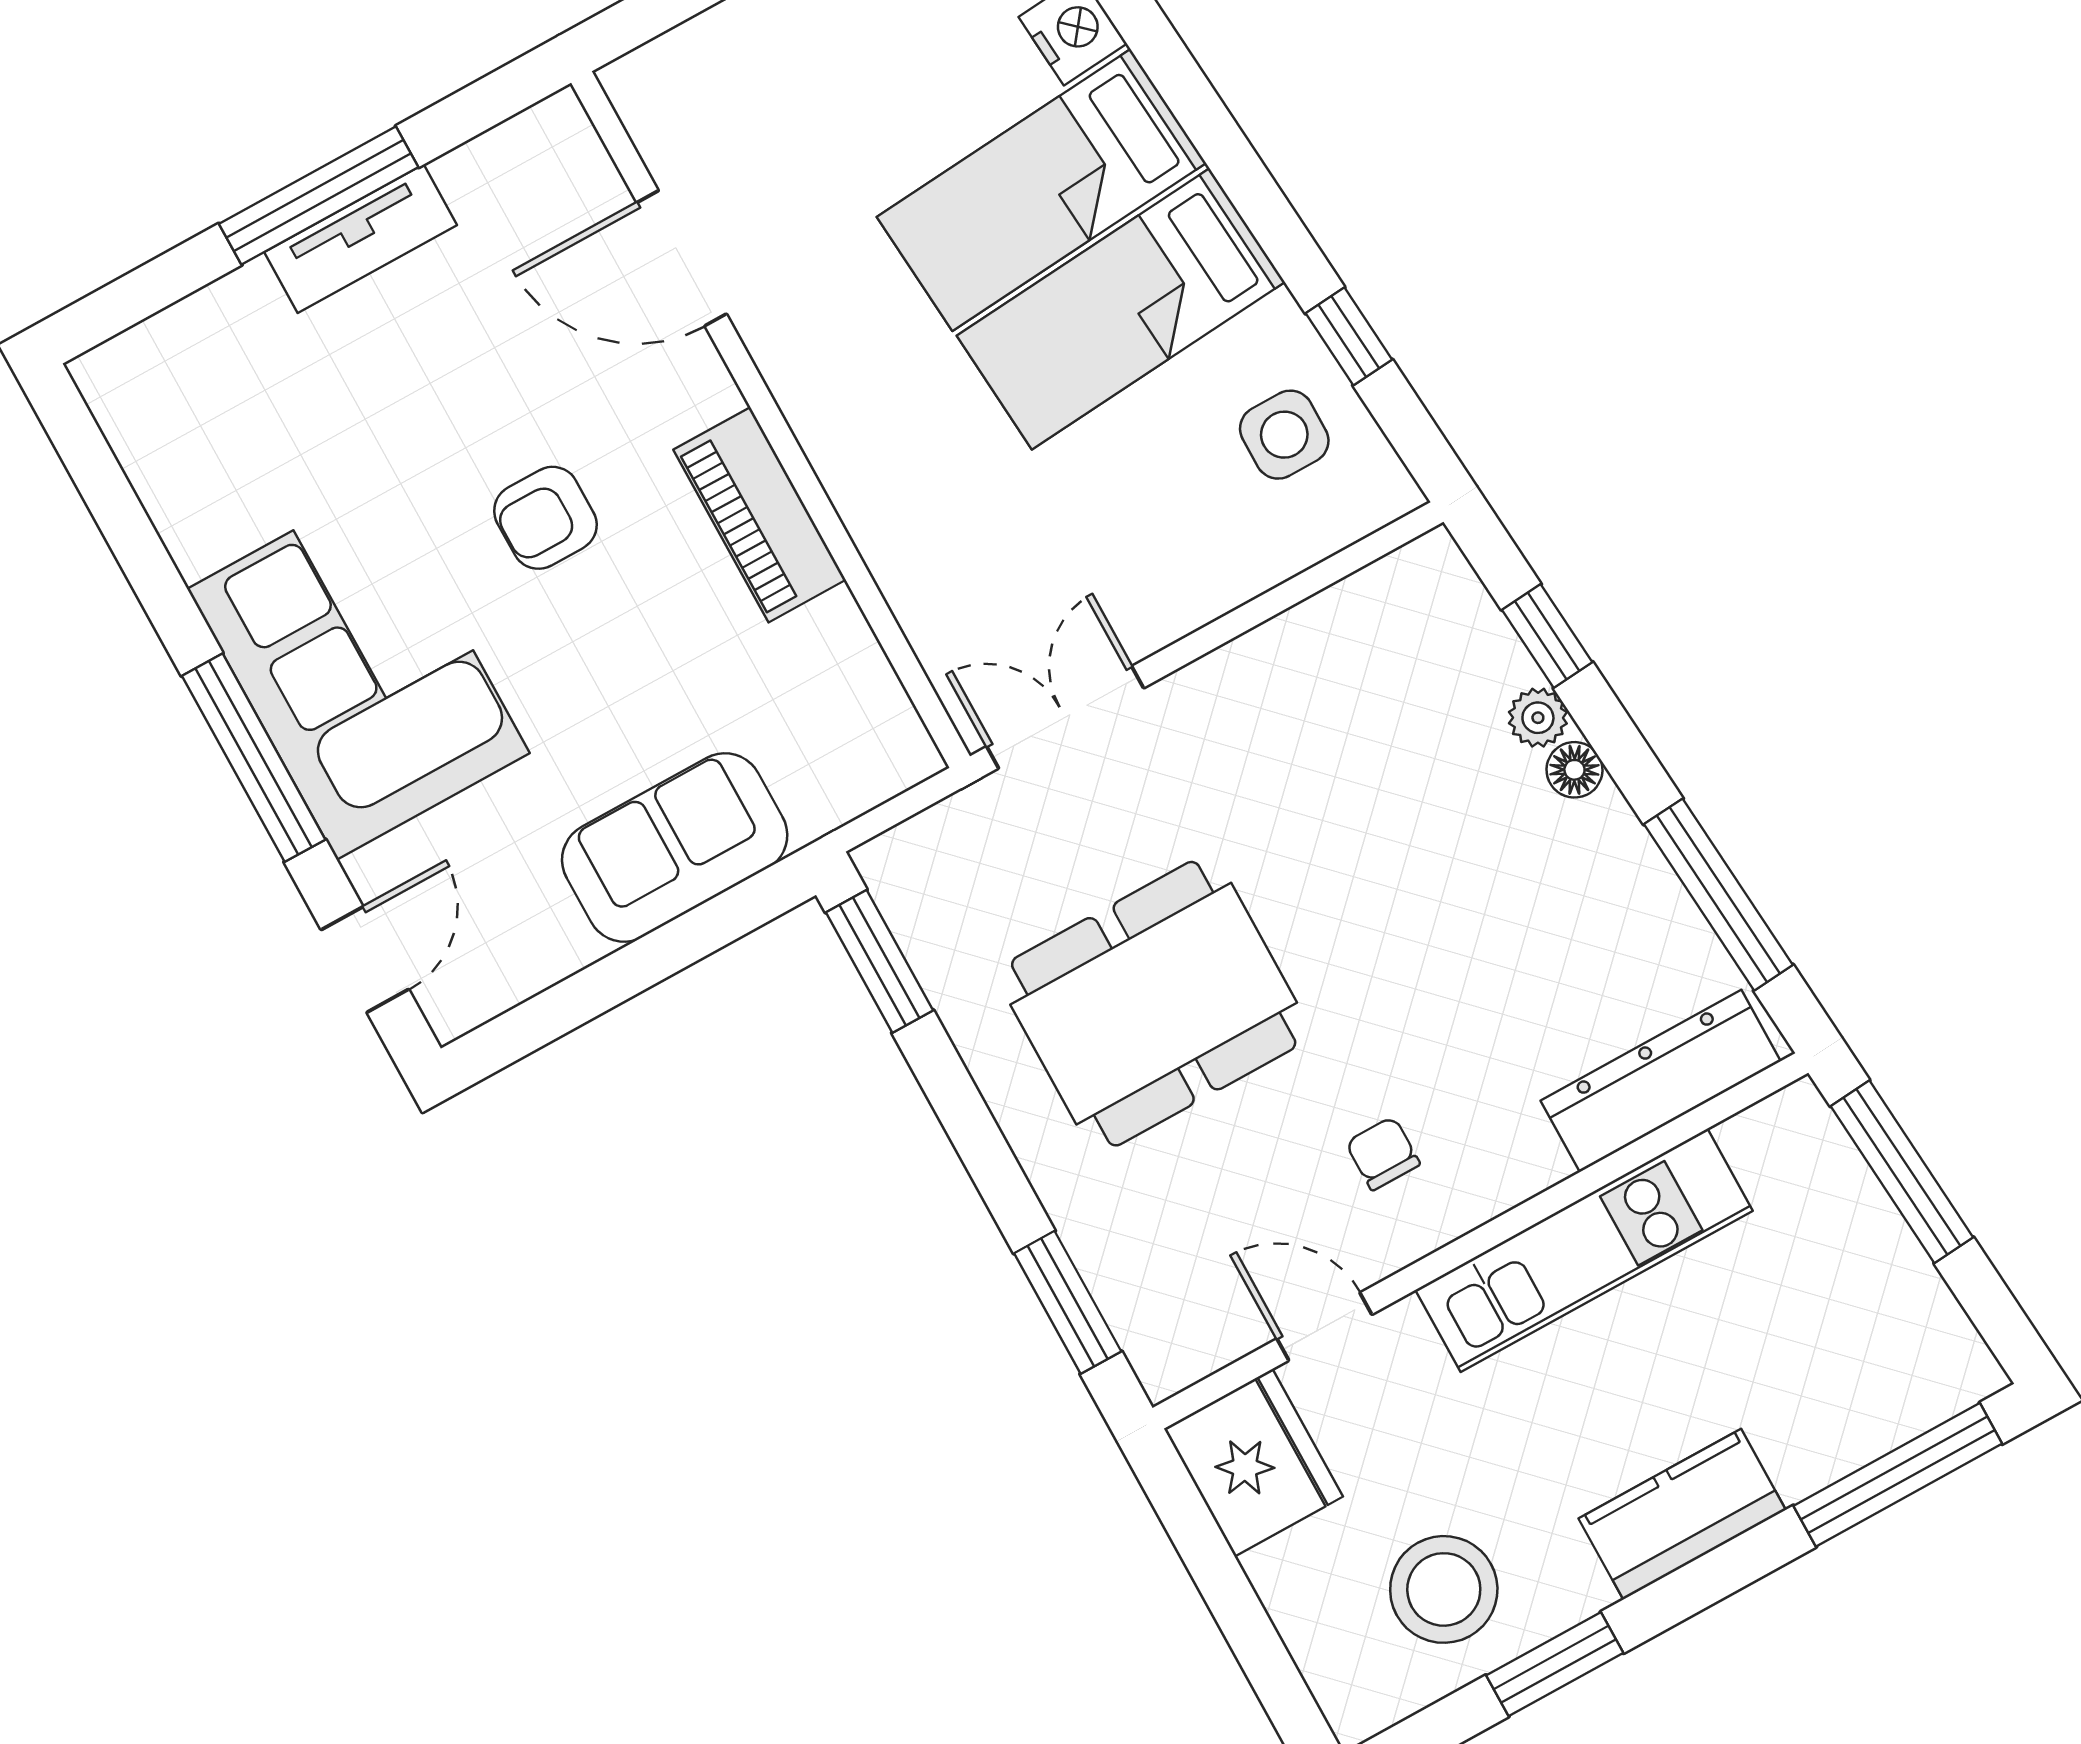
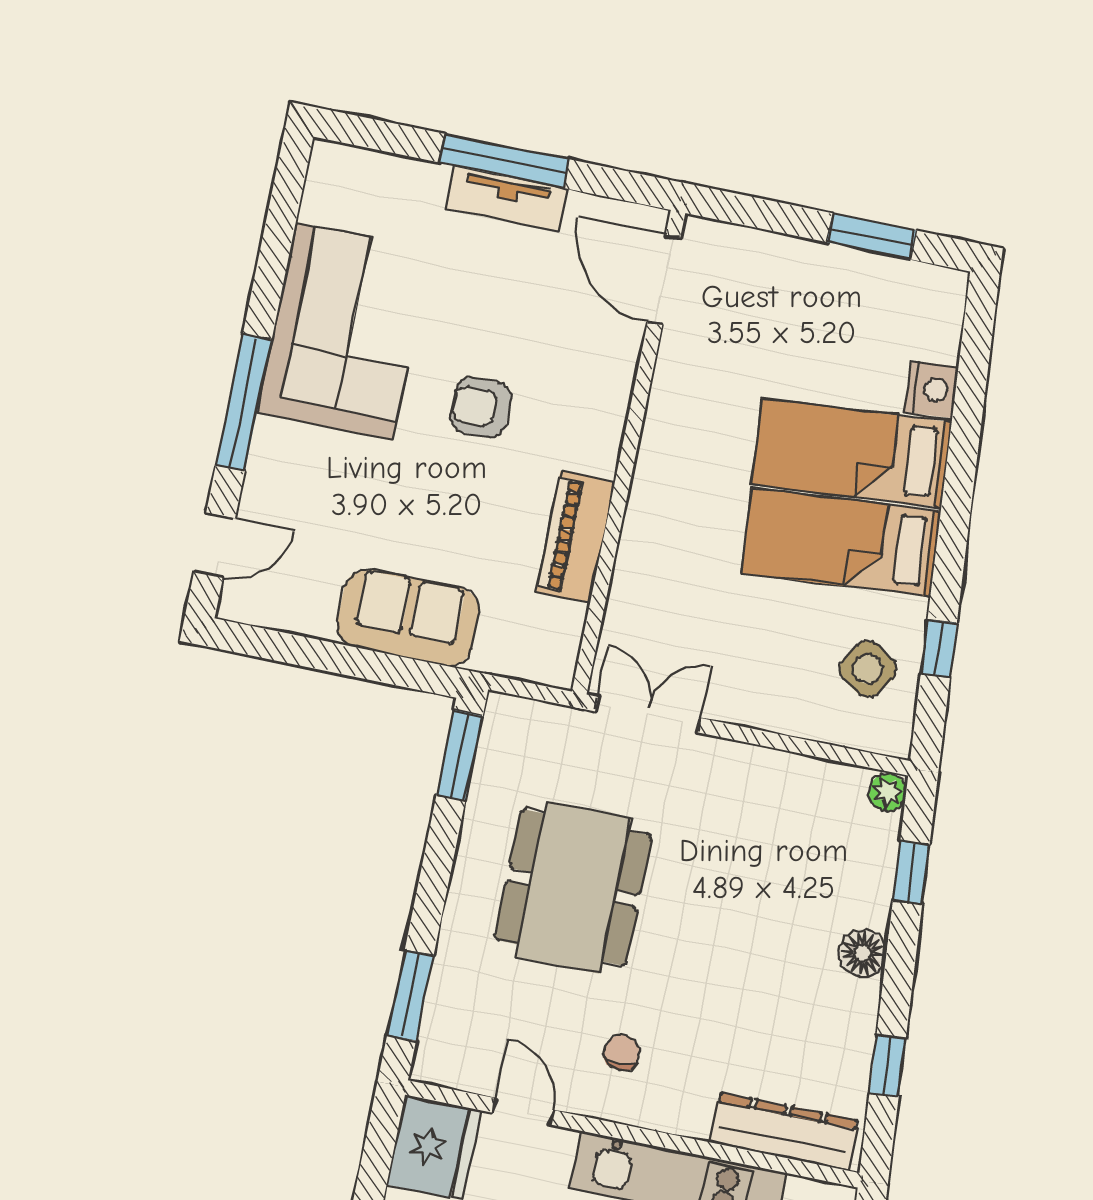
door: (682, 258) -> (664, 280), moved
side table: (1284, 435) -> (868, 669), turned 34
piano: (760, 515) -> (575, 537), moved
corner sofa: (358, 671) -> (344, 331), moved
plant: (1538, 718) -> (888, 792), moved
floor lamp: (1574, 770) -> (862, 953), width x1.37, depth x1.37
window: (1718, 895) -> (888, 1066), width x0.46
dining table: (1154, 1004) -> (573, 888), turned 90

